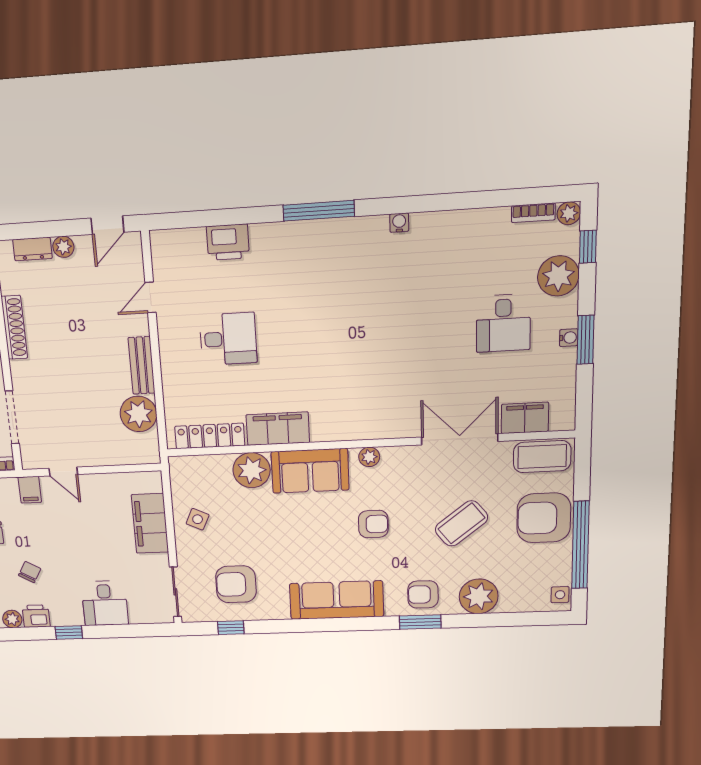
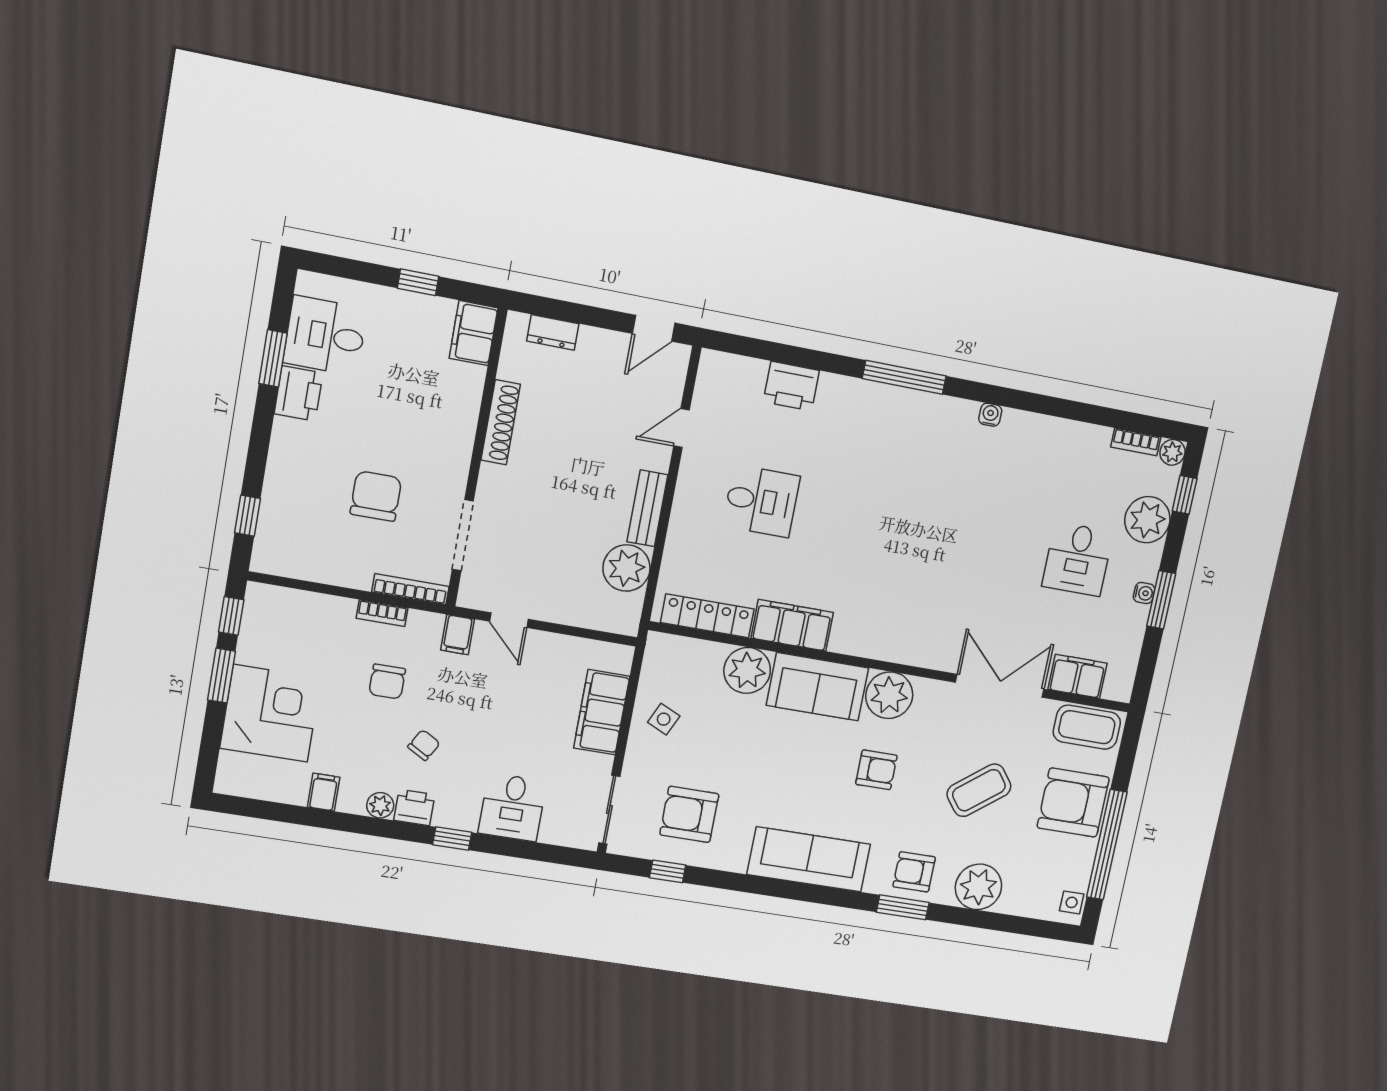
plant: (63, 247) -> (592, 340), removed
plant: (369, 457) -> (889, 695), width x1.88, depth x1.88

